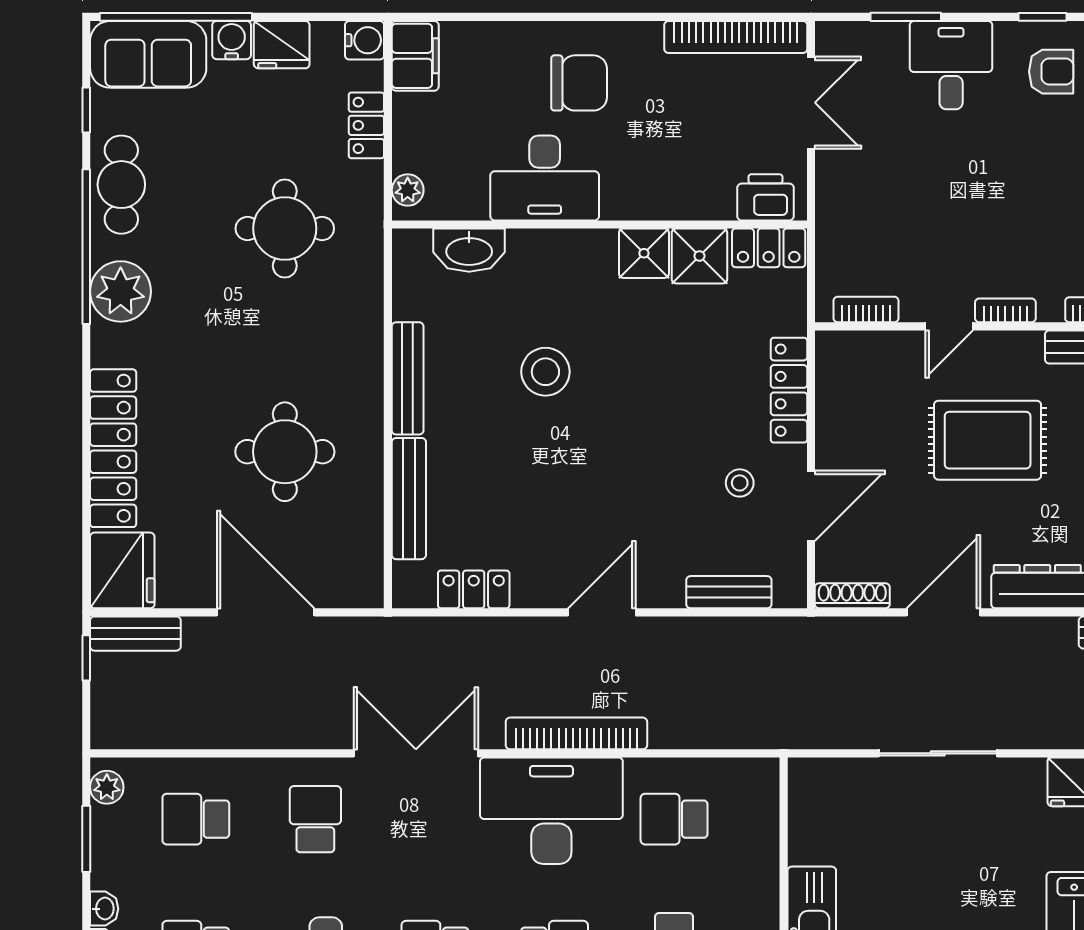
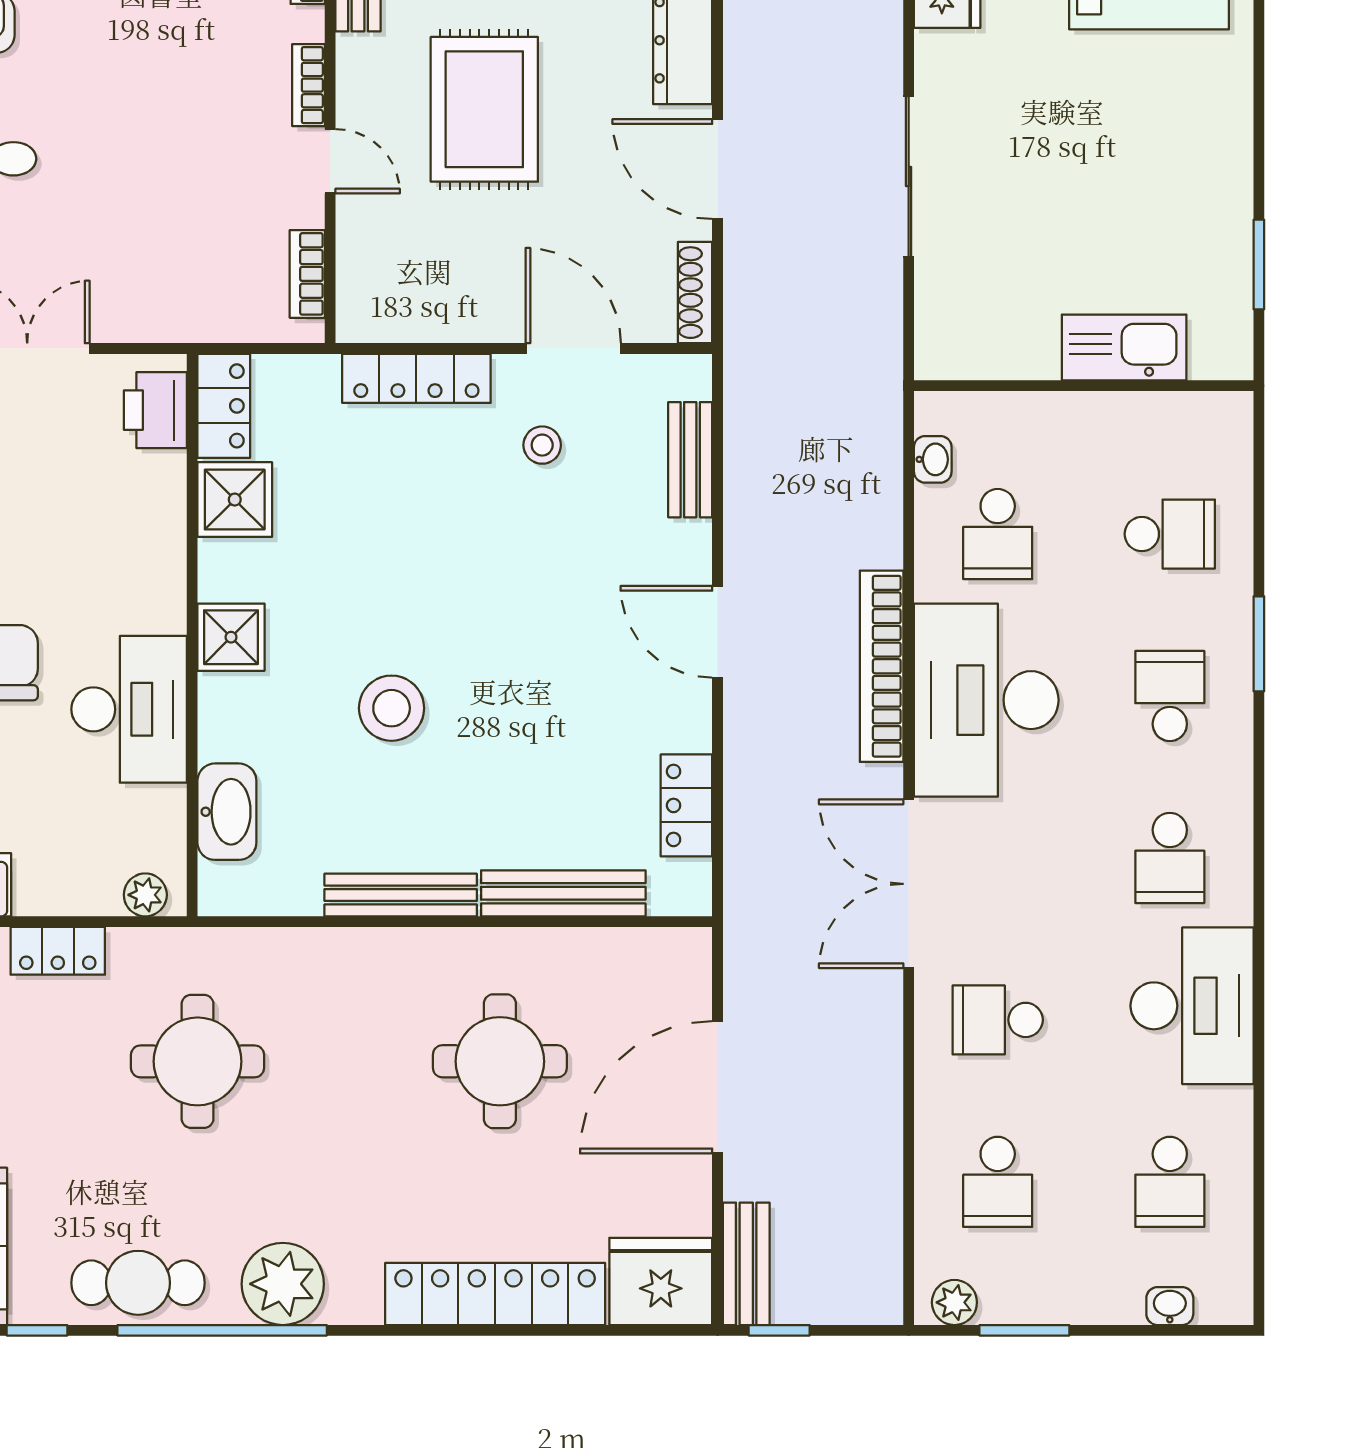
shower: (644, 253) -> (231, 637), moved
washbasin: (104, 909) -> (933, 459), moved, turned 90

